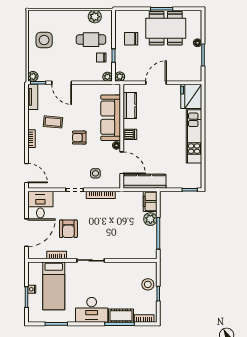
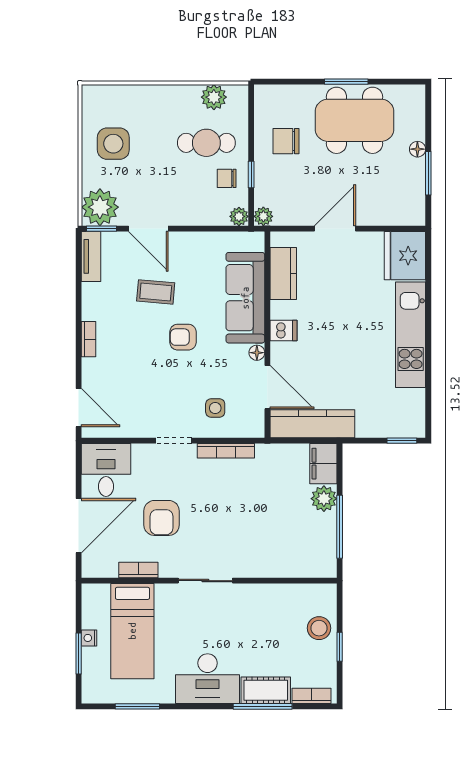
plant: (33, 76) -> (100, 207), width x1.88, depth x1.88
coffee table: (53, 122) -> (156, 292), moved

